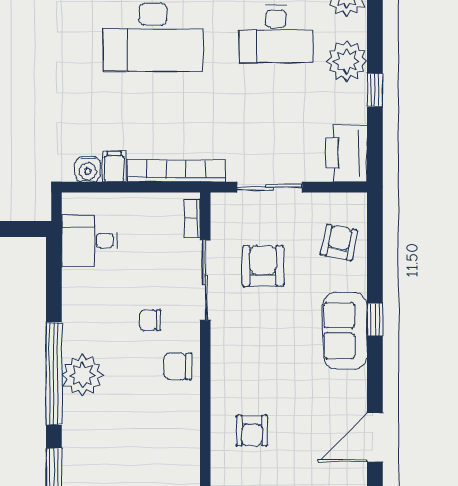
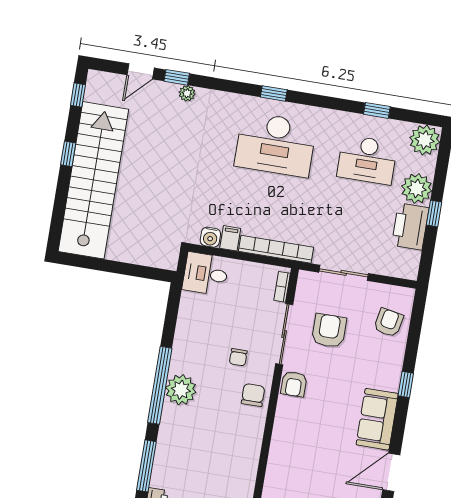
printer: (347, 153) -> (410, 227), moved
desk: (90, 241) -> (206, 274), moved
chair: (150, 320) -> (238, 357), turned -90
sofa: (345, 331) -> (377, 419), moved
chair: (178, 366) -> (253, 395), turned 90
armchair: (252, 431) -> (294, 384), moved

